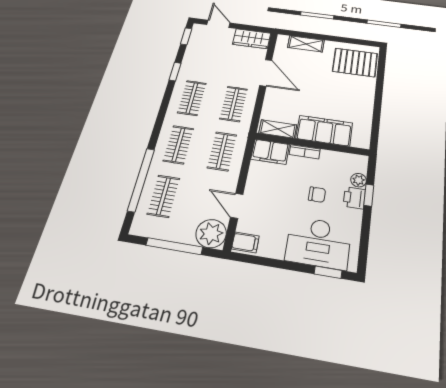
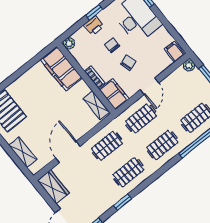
filing cabinet: (324, 131) -> (61, 69), moved
plant: (358, 180) -> (69, 43), moved
chair: (284, 191) -> (128, 63), added
window: (369, 195) -> (94, 12), moved
door: (237, 206) -> (149, 86), moved
plant: (211, 234) -> (189, 65), width x0.53, depth x0.53

